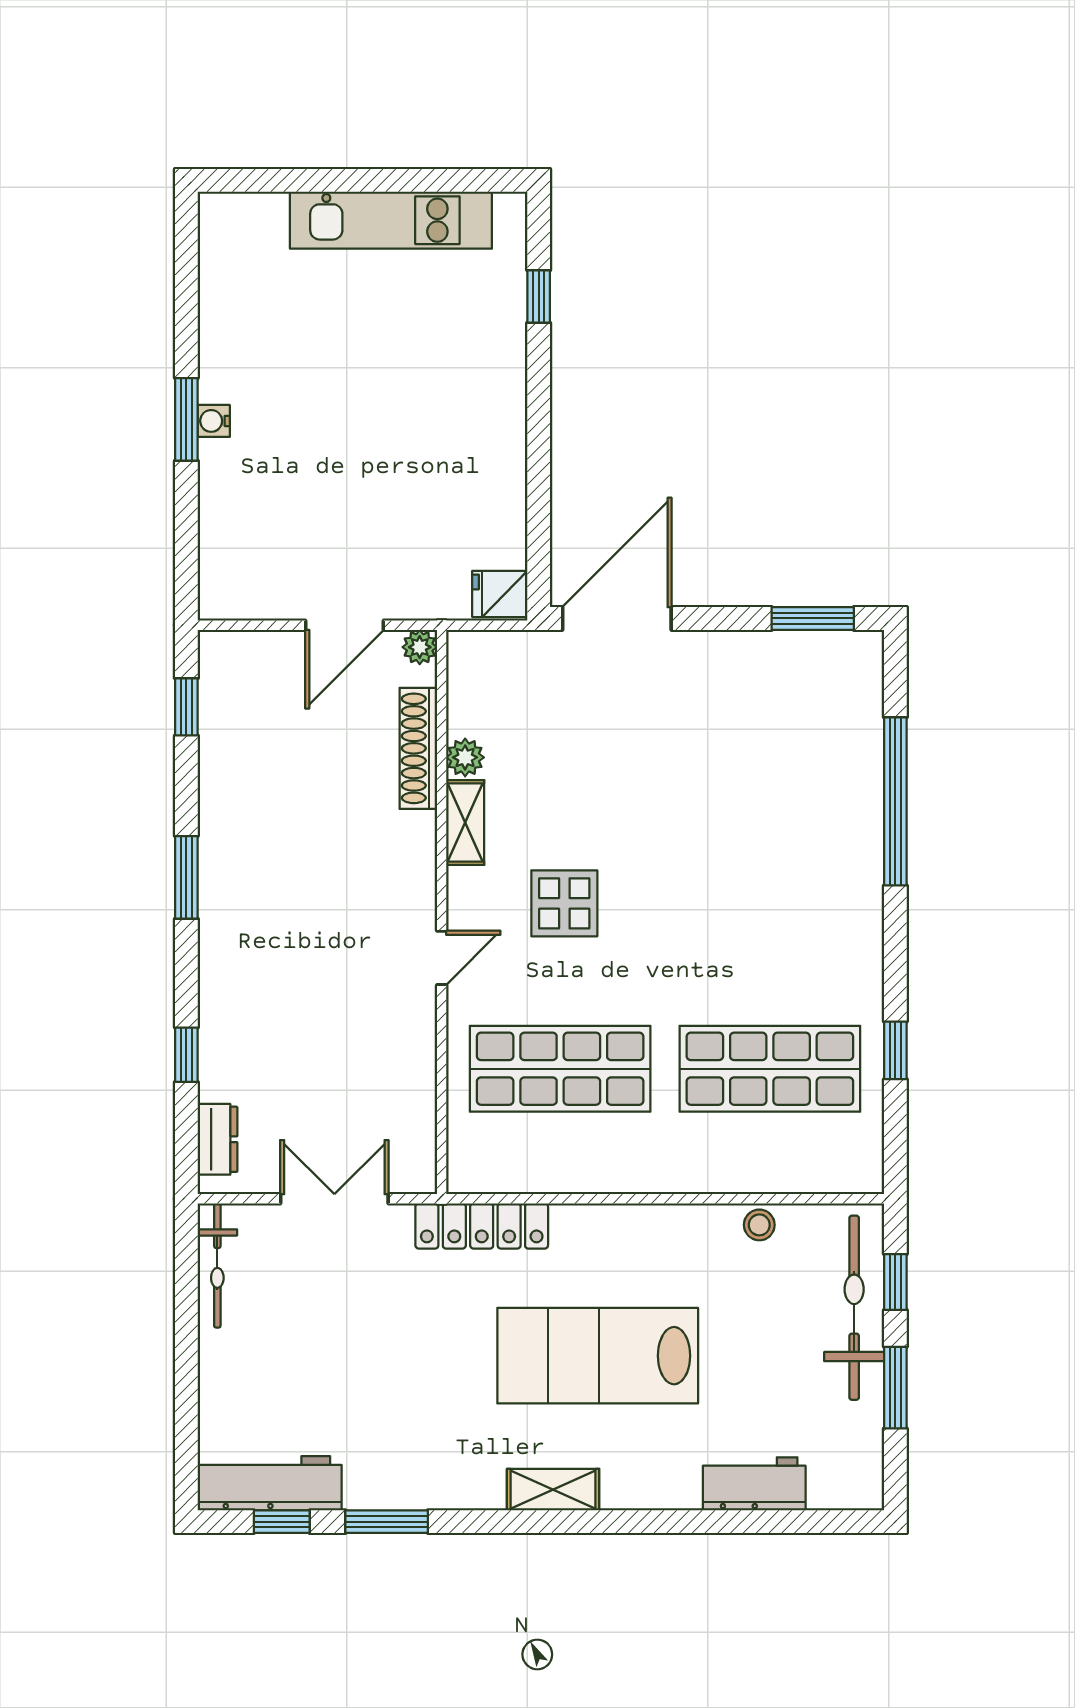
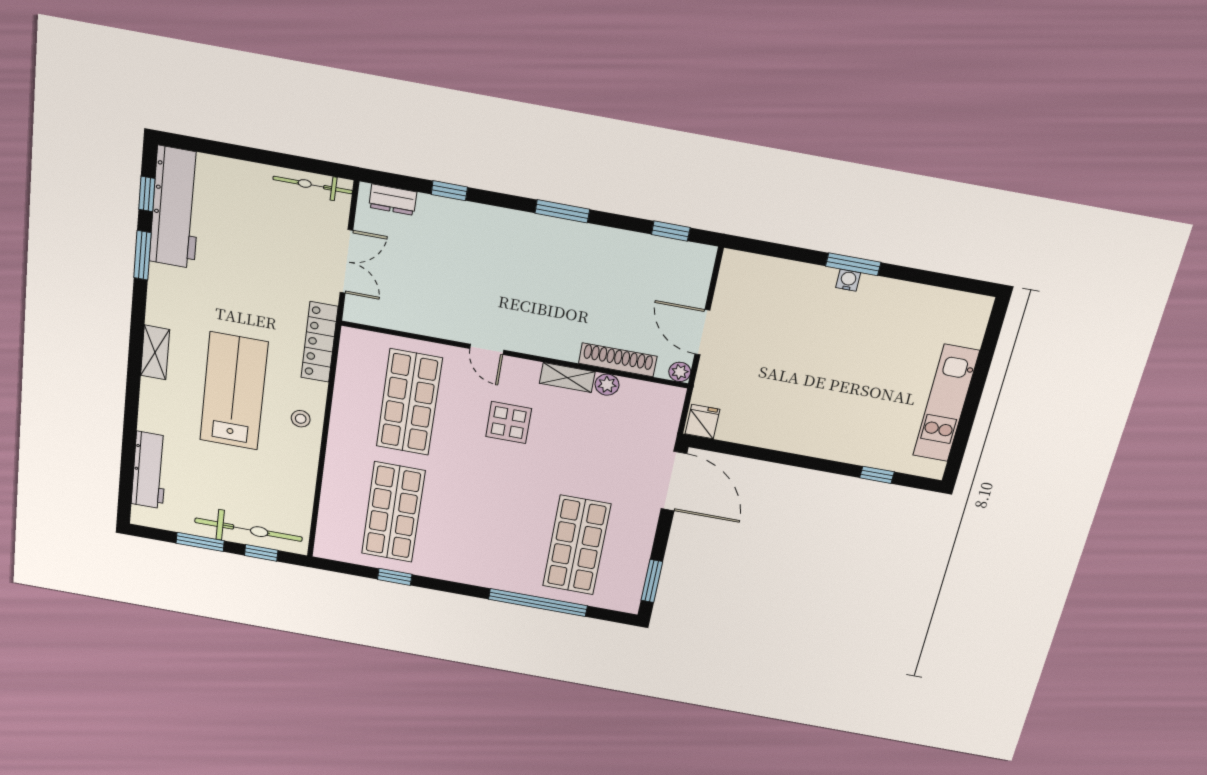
shop shelf: (770, 755) -> (577, 545), added
stool: (759, 1225) -> (301, 419), moved
workbench: (270, 1483) -> (176, 208), width x1.36, depth x1.32
workbench: (754, 1484) -> (149, 470), width x1.38

